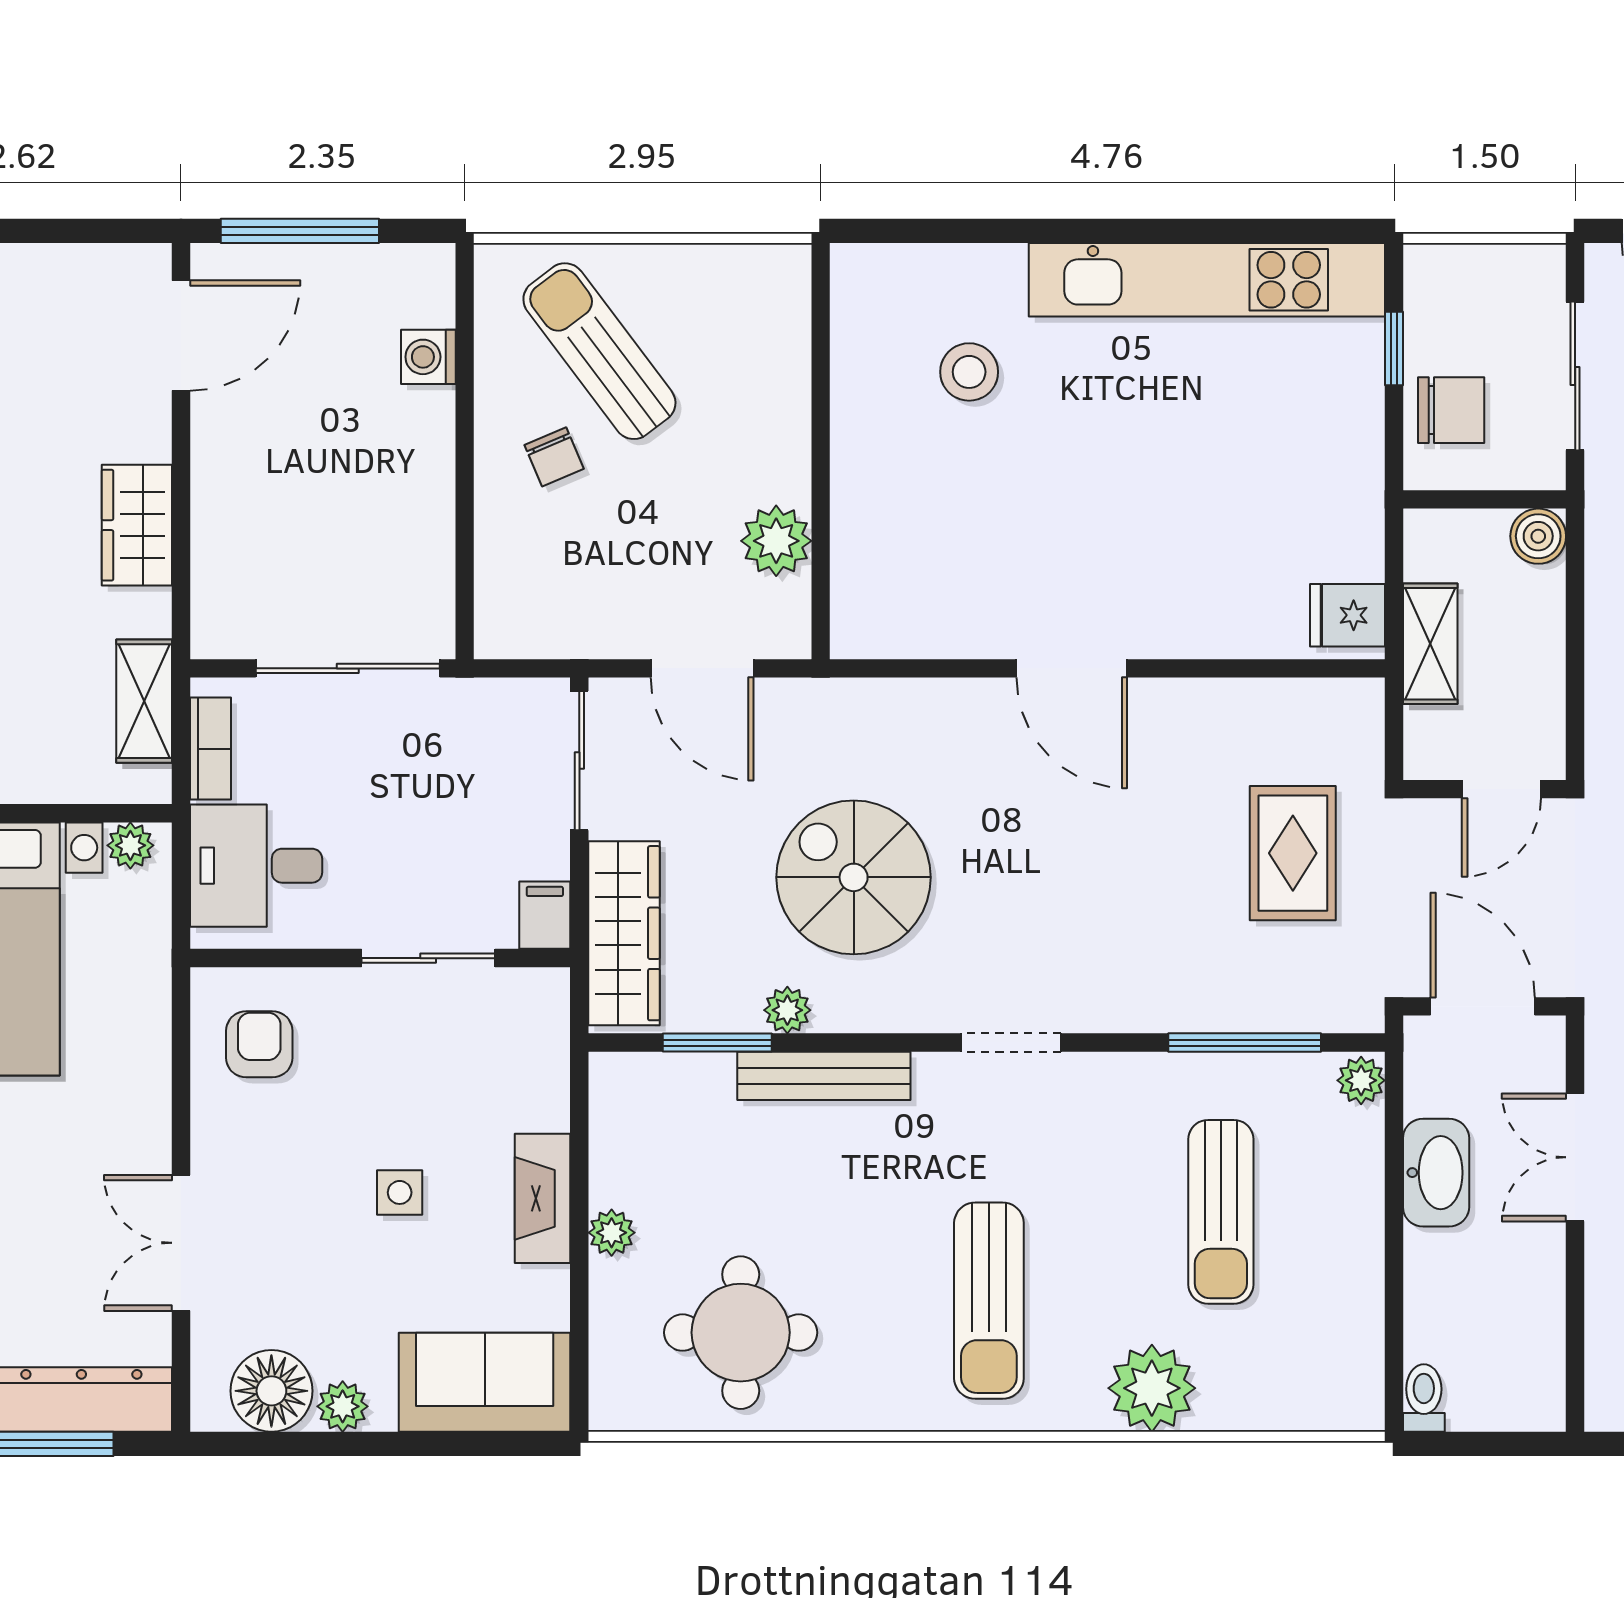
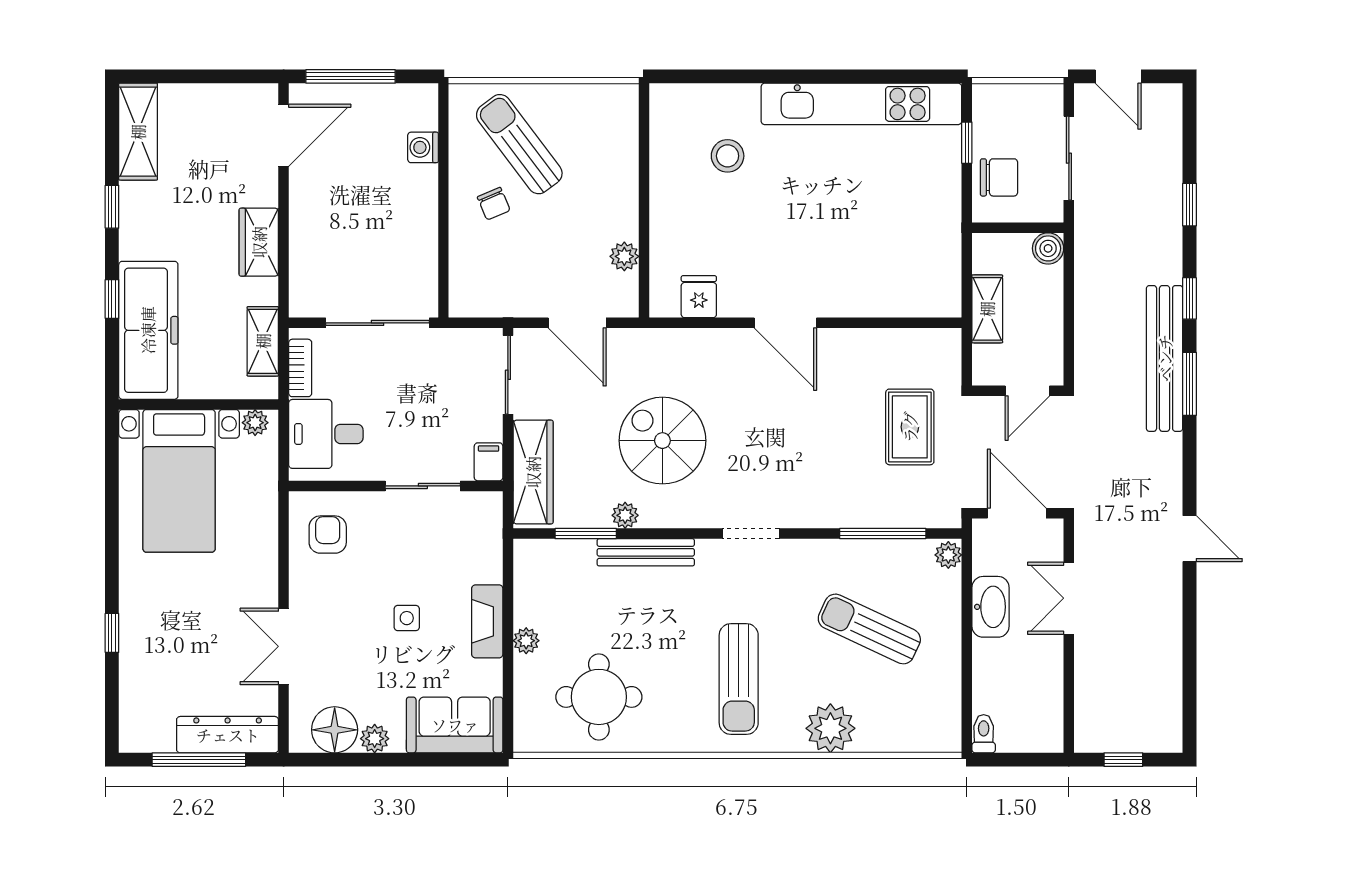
plant: (776, 541) -> (624, 256), width x0.73, depth x0.73
fridge: (1348, 615) -> (699, 297), moved, turned 90
sun lounger: (1221, 1212) -> (869, 629), turned 115

